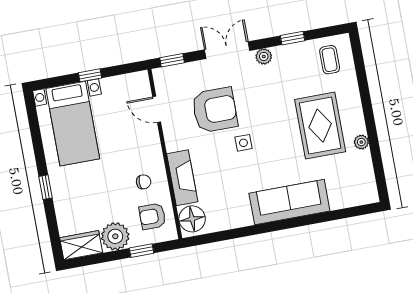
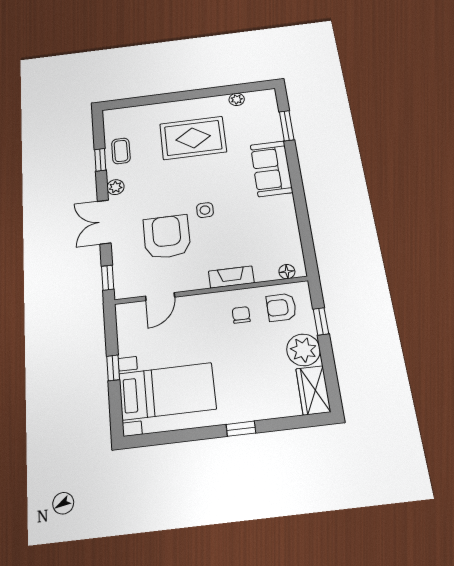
coffee table: (330, 60) -> (121, 151), moved, turned 90
plant: (361, 142) -> (237, 99), moved
fireplace: (182, 178) -> (231, 277), width x0.73, depth x0.76
sofa: (289, 202) -> (271, 169), width x0.73
window: (337, 215) -> (287, 126), added
armchair: (152, 216) -> (281, 307), turned 90
floor lamp: (192, 219) -> (287, 272), width x0.53, depth x0.53

